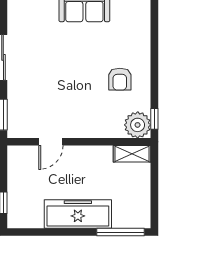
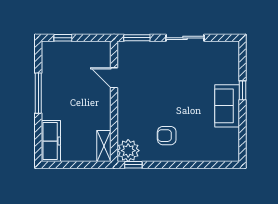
freezer: (78, 214) -> (51, 141), moved, width x0.73, depth x0.79
window: (121, 232) -> (38, 93), moved

